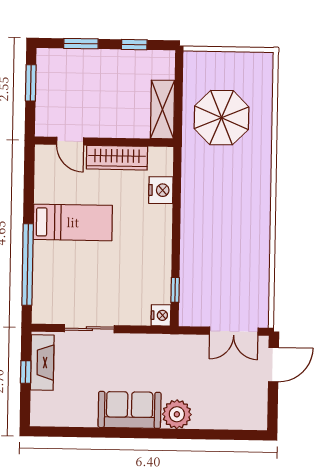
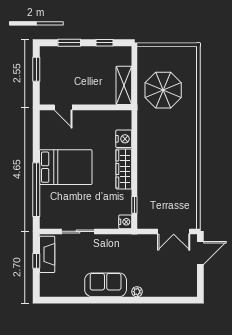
wardrobe: (117, 158) -> (124, 169), moved, turned 90
bed: (73, 222) -> (66, 167), width x1.50
plant: (177, 414) -> (137, 292), width x0.53, depth x0.53

